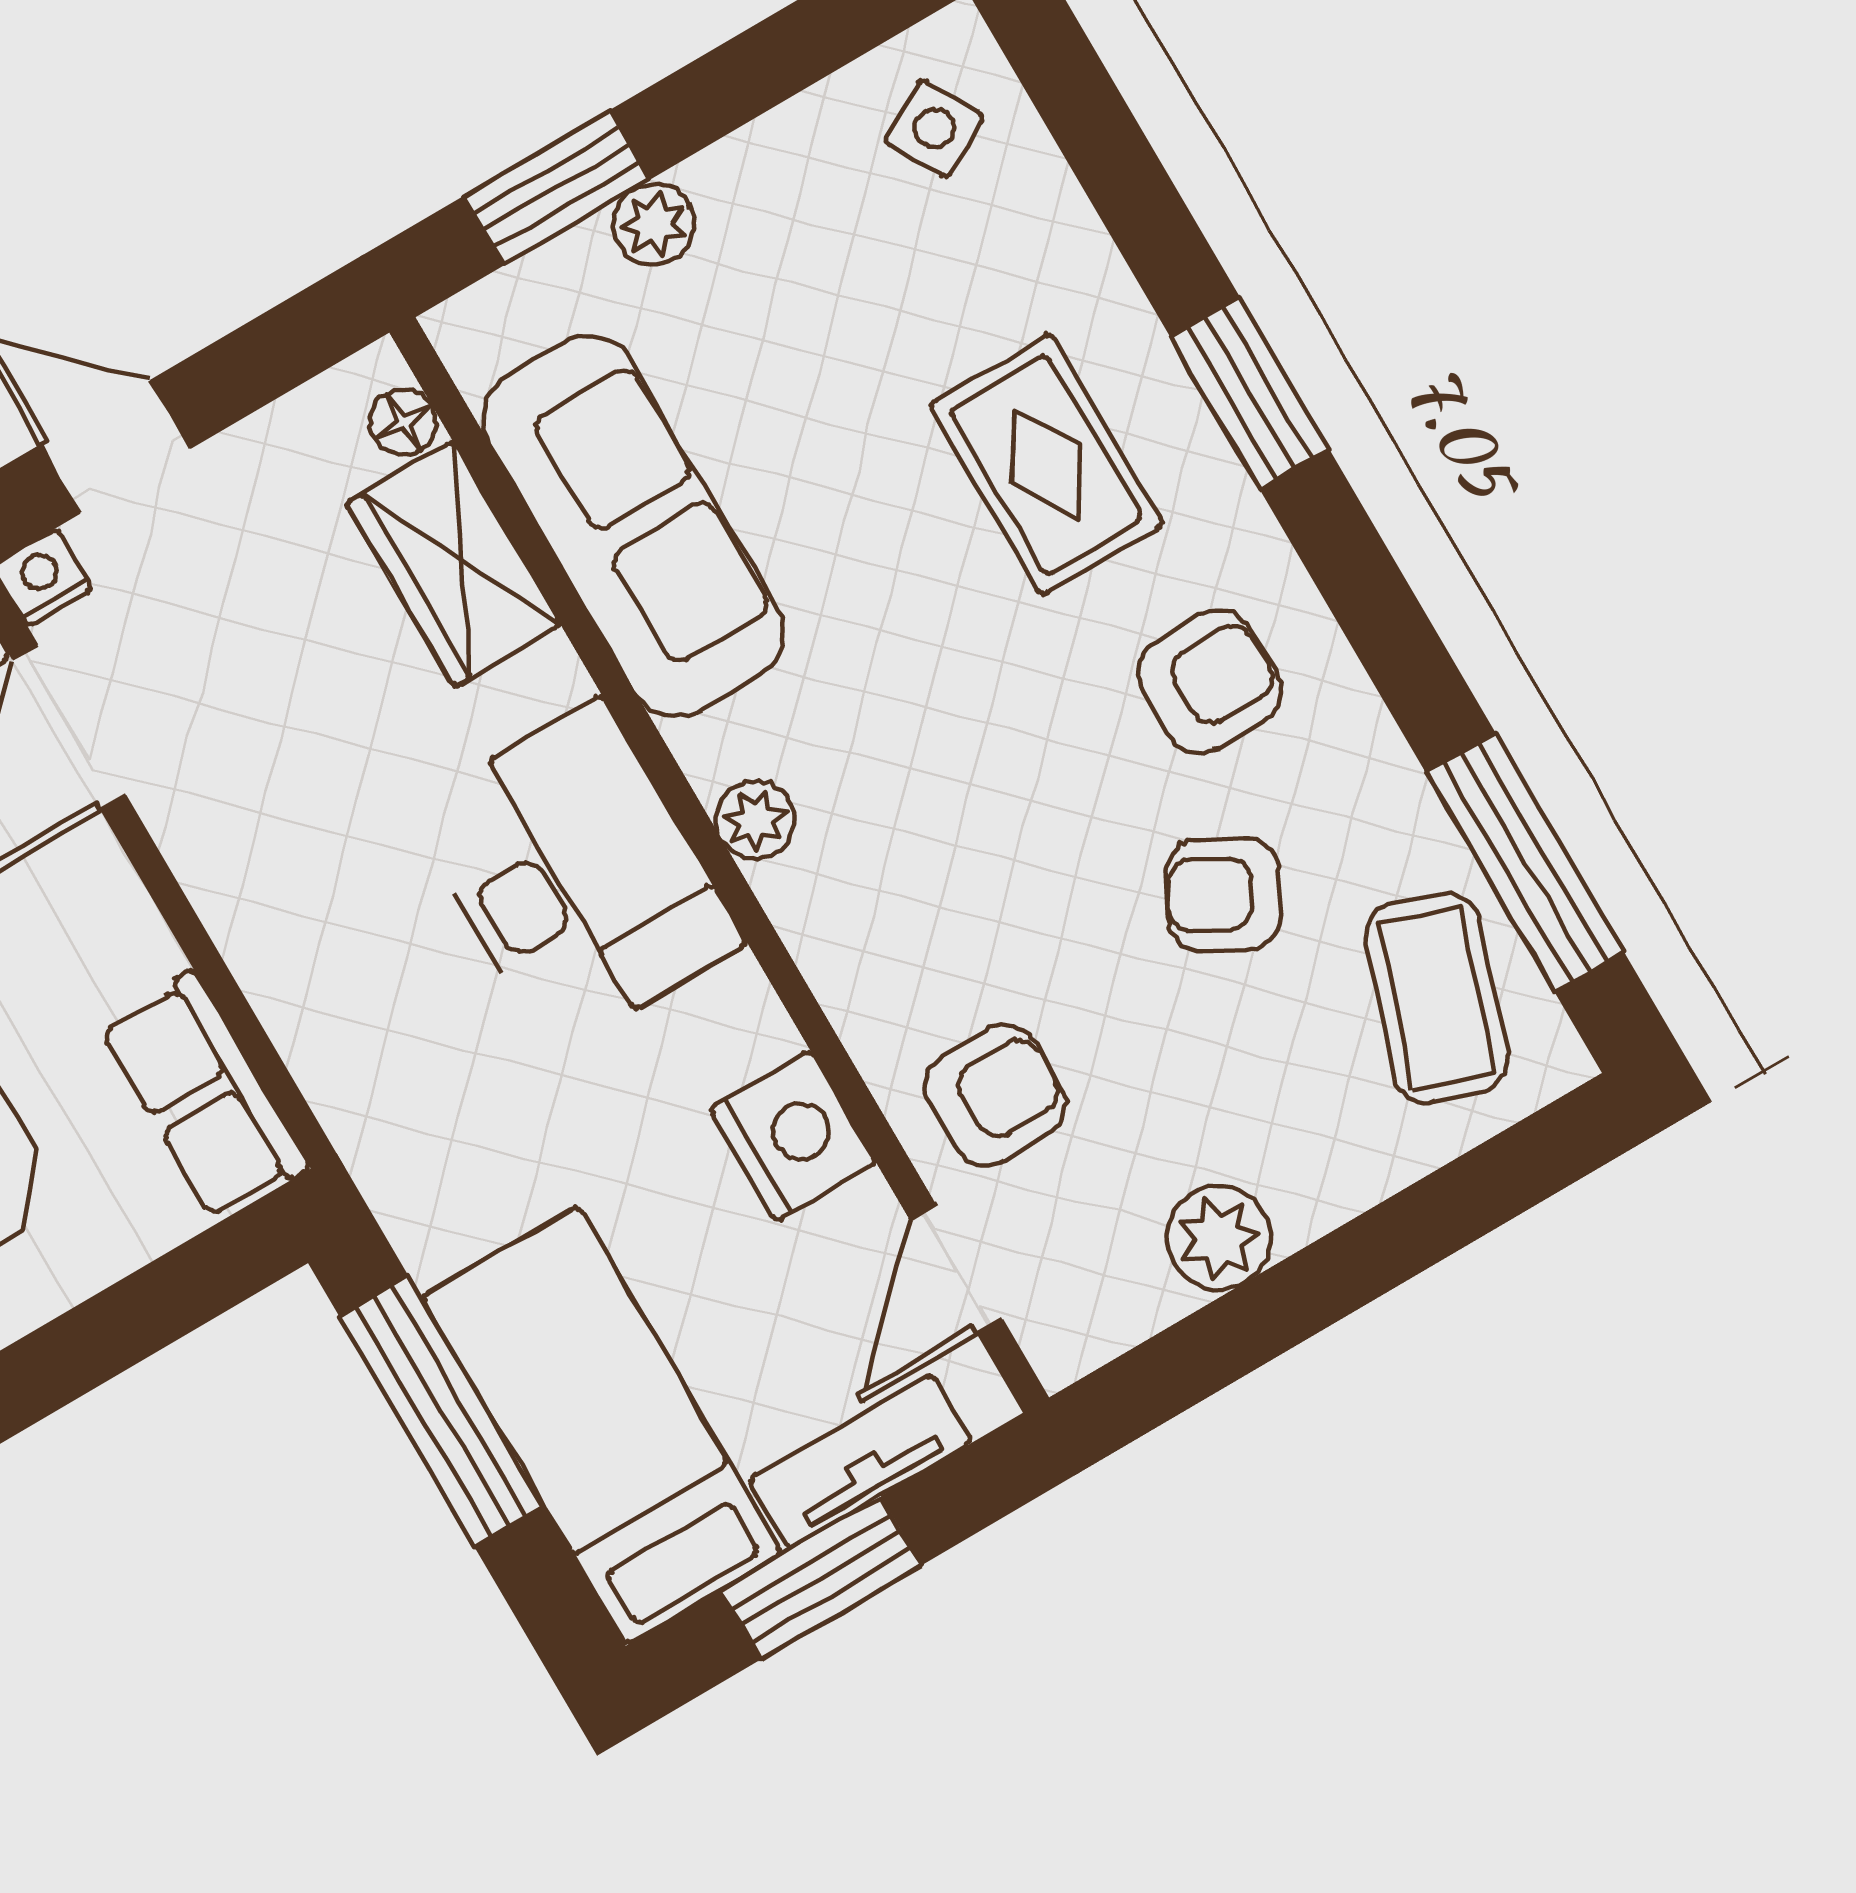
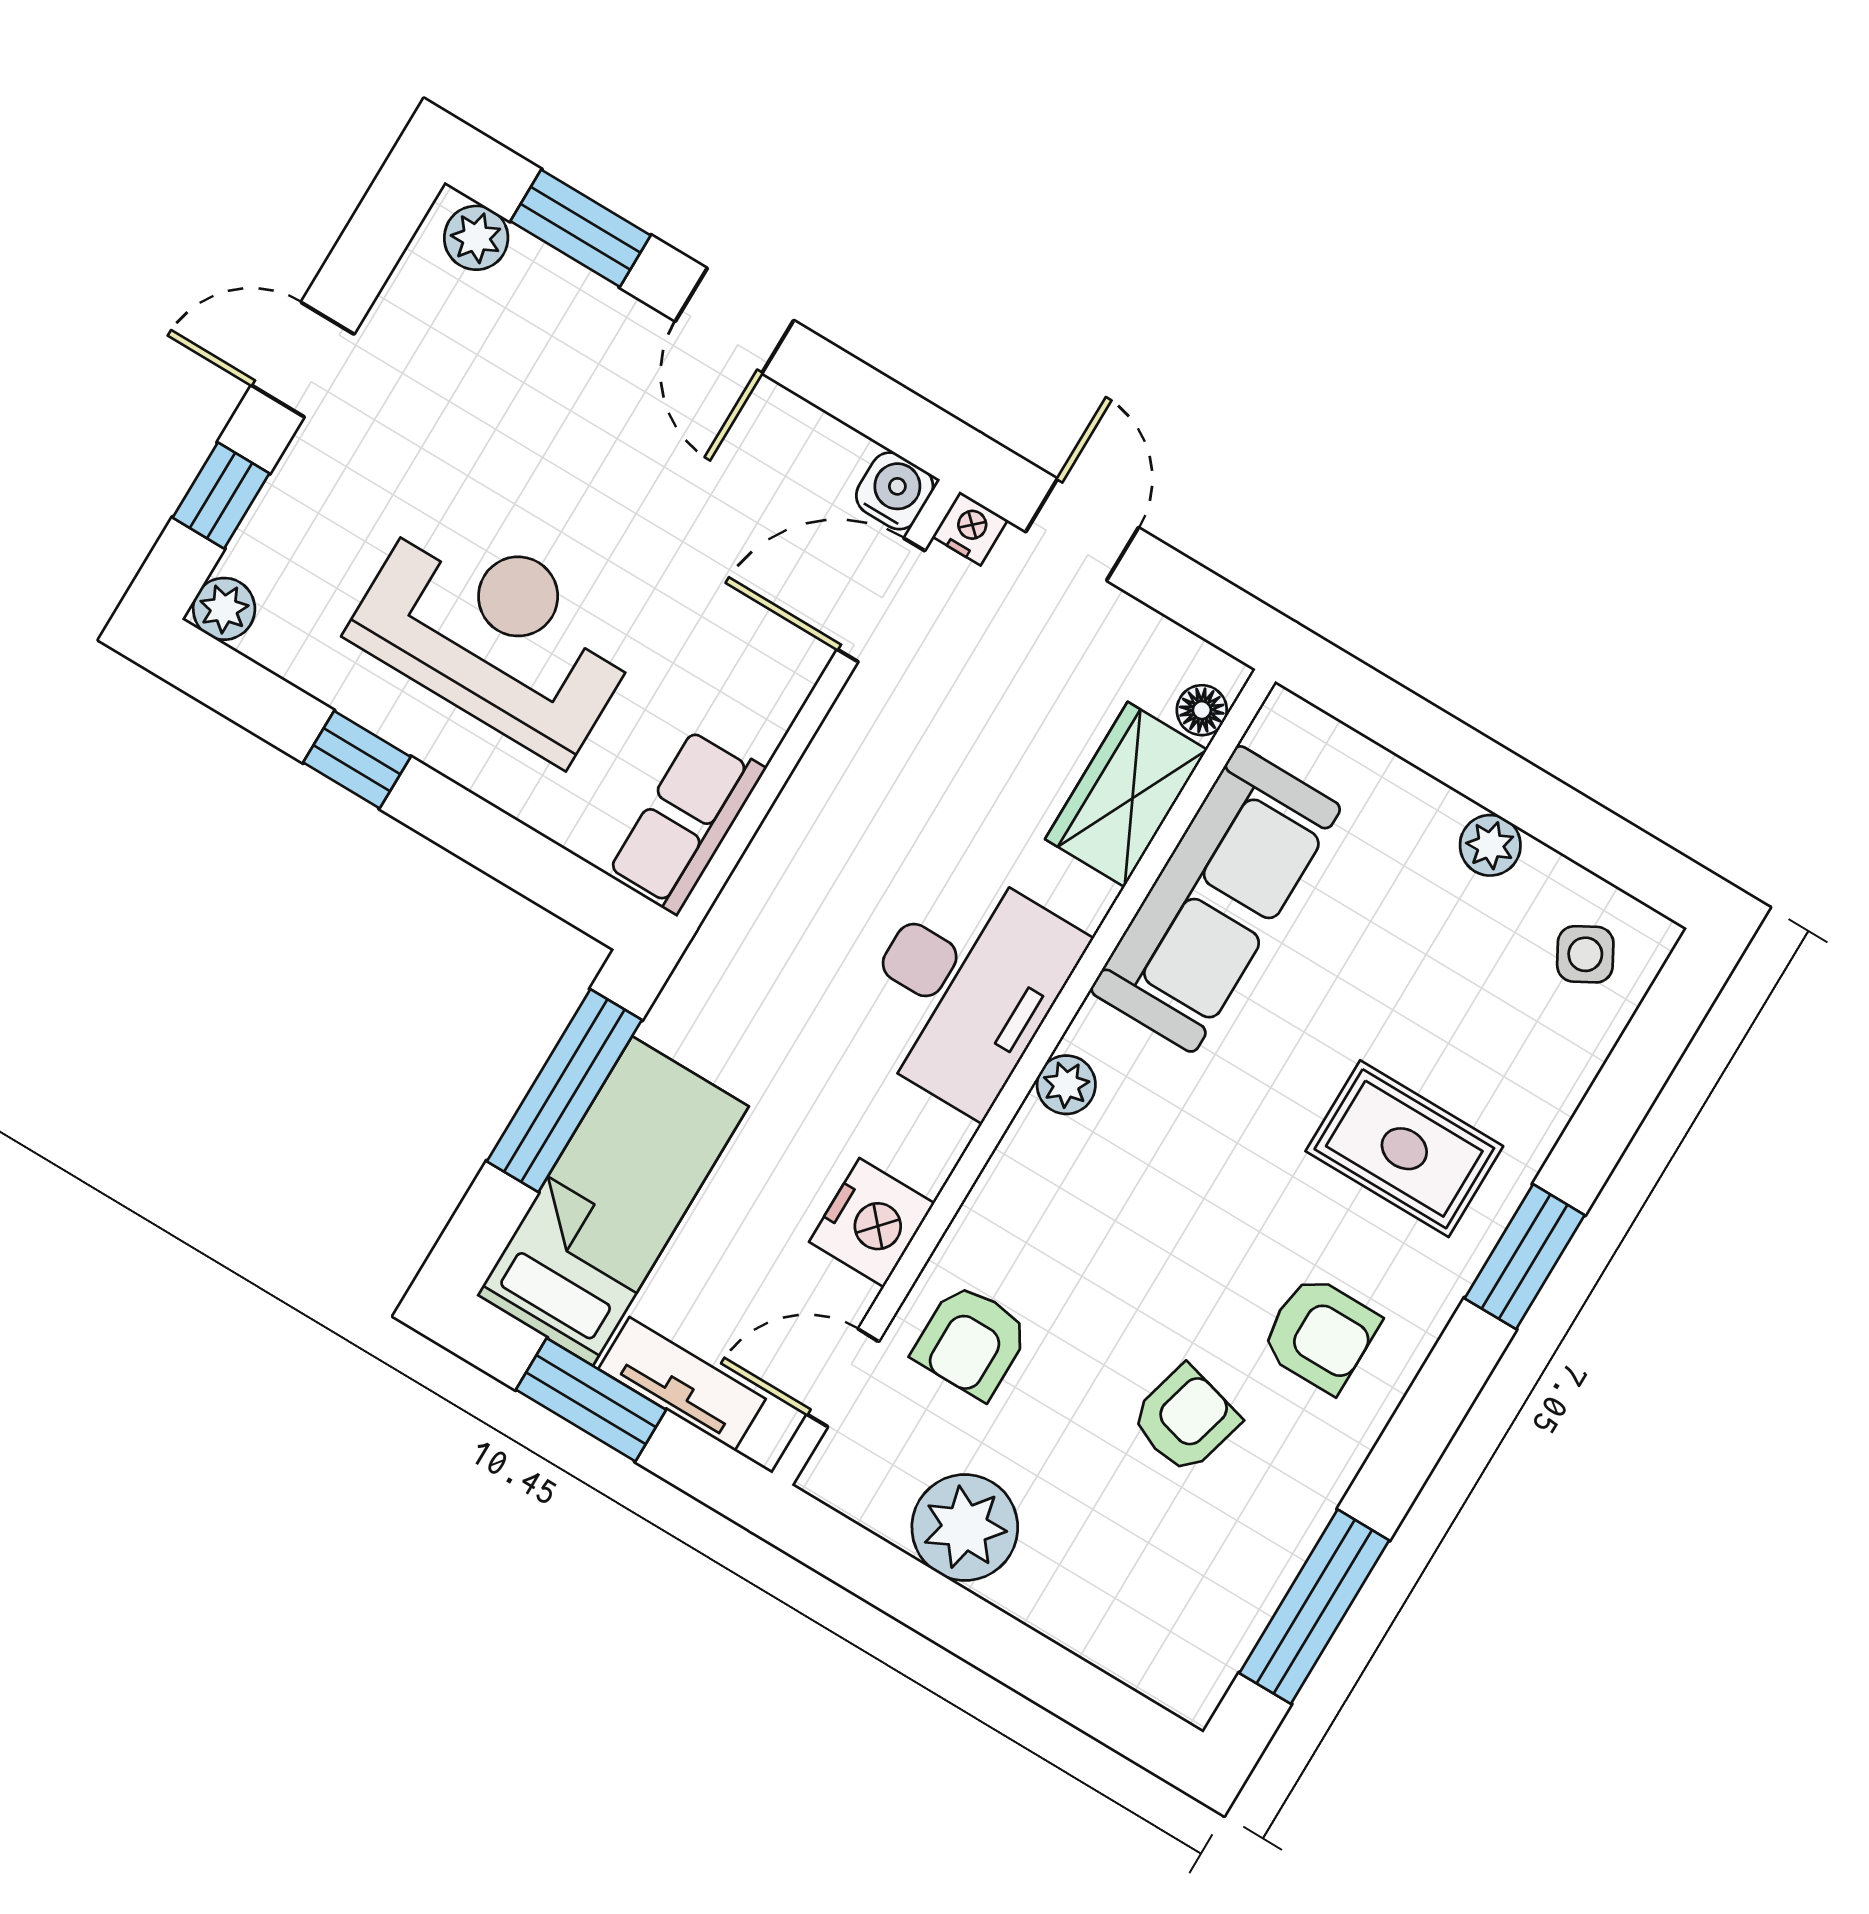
window: (557, 188) -> (1411, 727), removed
plant: (654, 224) -> (1490, 845), moved
rug: (1046, 465) -> (1404, 1149), turned 90
armchair: (1223, 894) -> (1185, 1419), turned 76
coffee table: (1436, 998) -> (1193, 1597), removed
armchair: (995, 1095) -> (971, 1341), turned 90
plant: (1219, 1238) -> (965, 1527), width x1.36, depth x1.36

